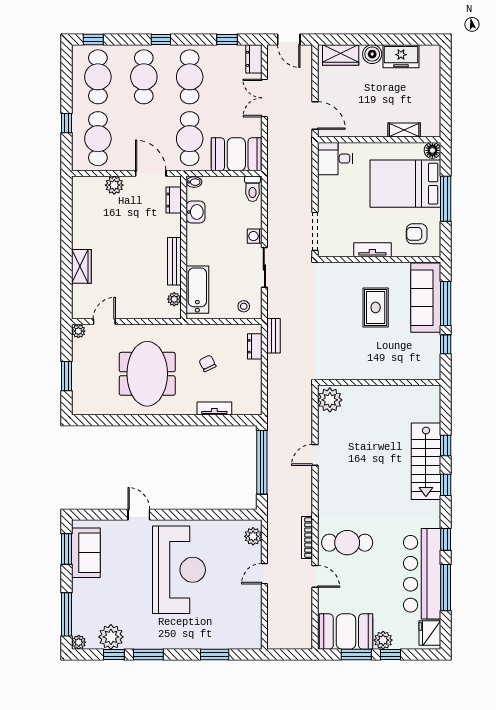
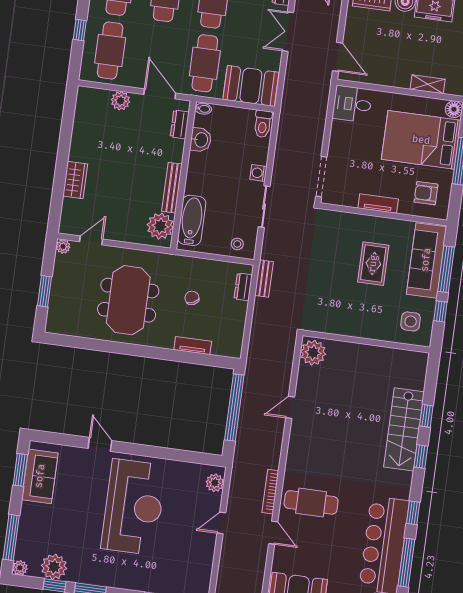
plant: (174, 299) -> (160, 226), width x1.88, depth x1.88
side table: (418, 358) -> (411, 321), added

